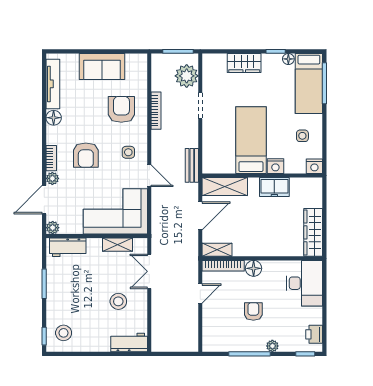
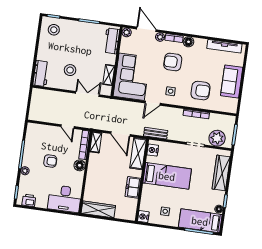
wardrobe: (244, 63) -> (221, 173), width x1.50
floor lamp: (54, 118) -> (189, 42), moved
nightstand: (275, 166) -> (153, 150), moved

